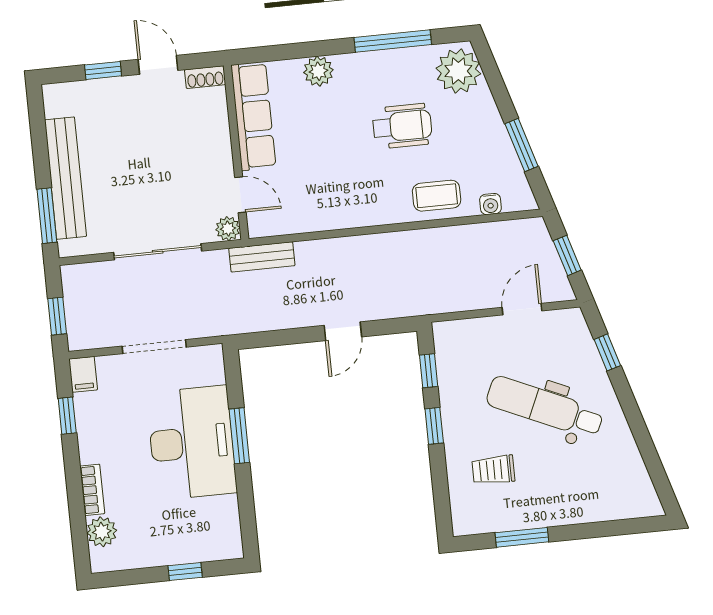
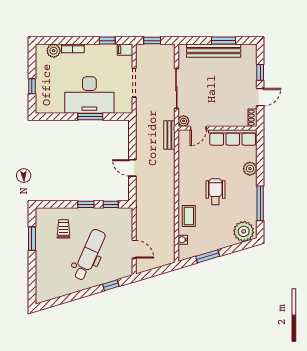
wheelchair: (402, 126) -> (215, 192), moved, turned 180
window: (47, 216) -> (223, 41), moved
window: (567, 255) -> (156, 272), removed

